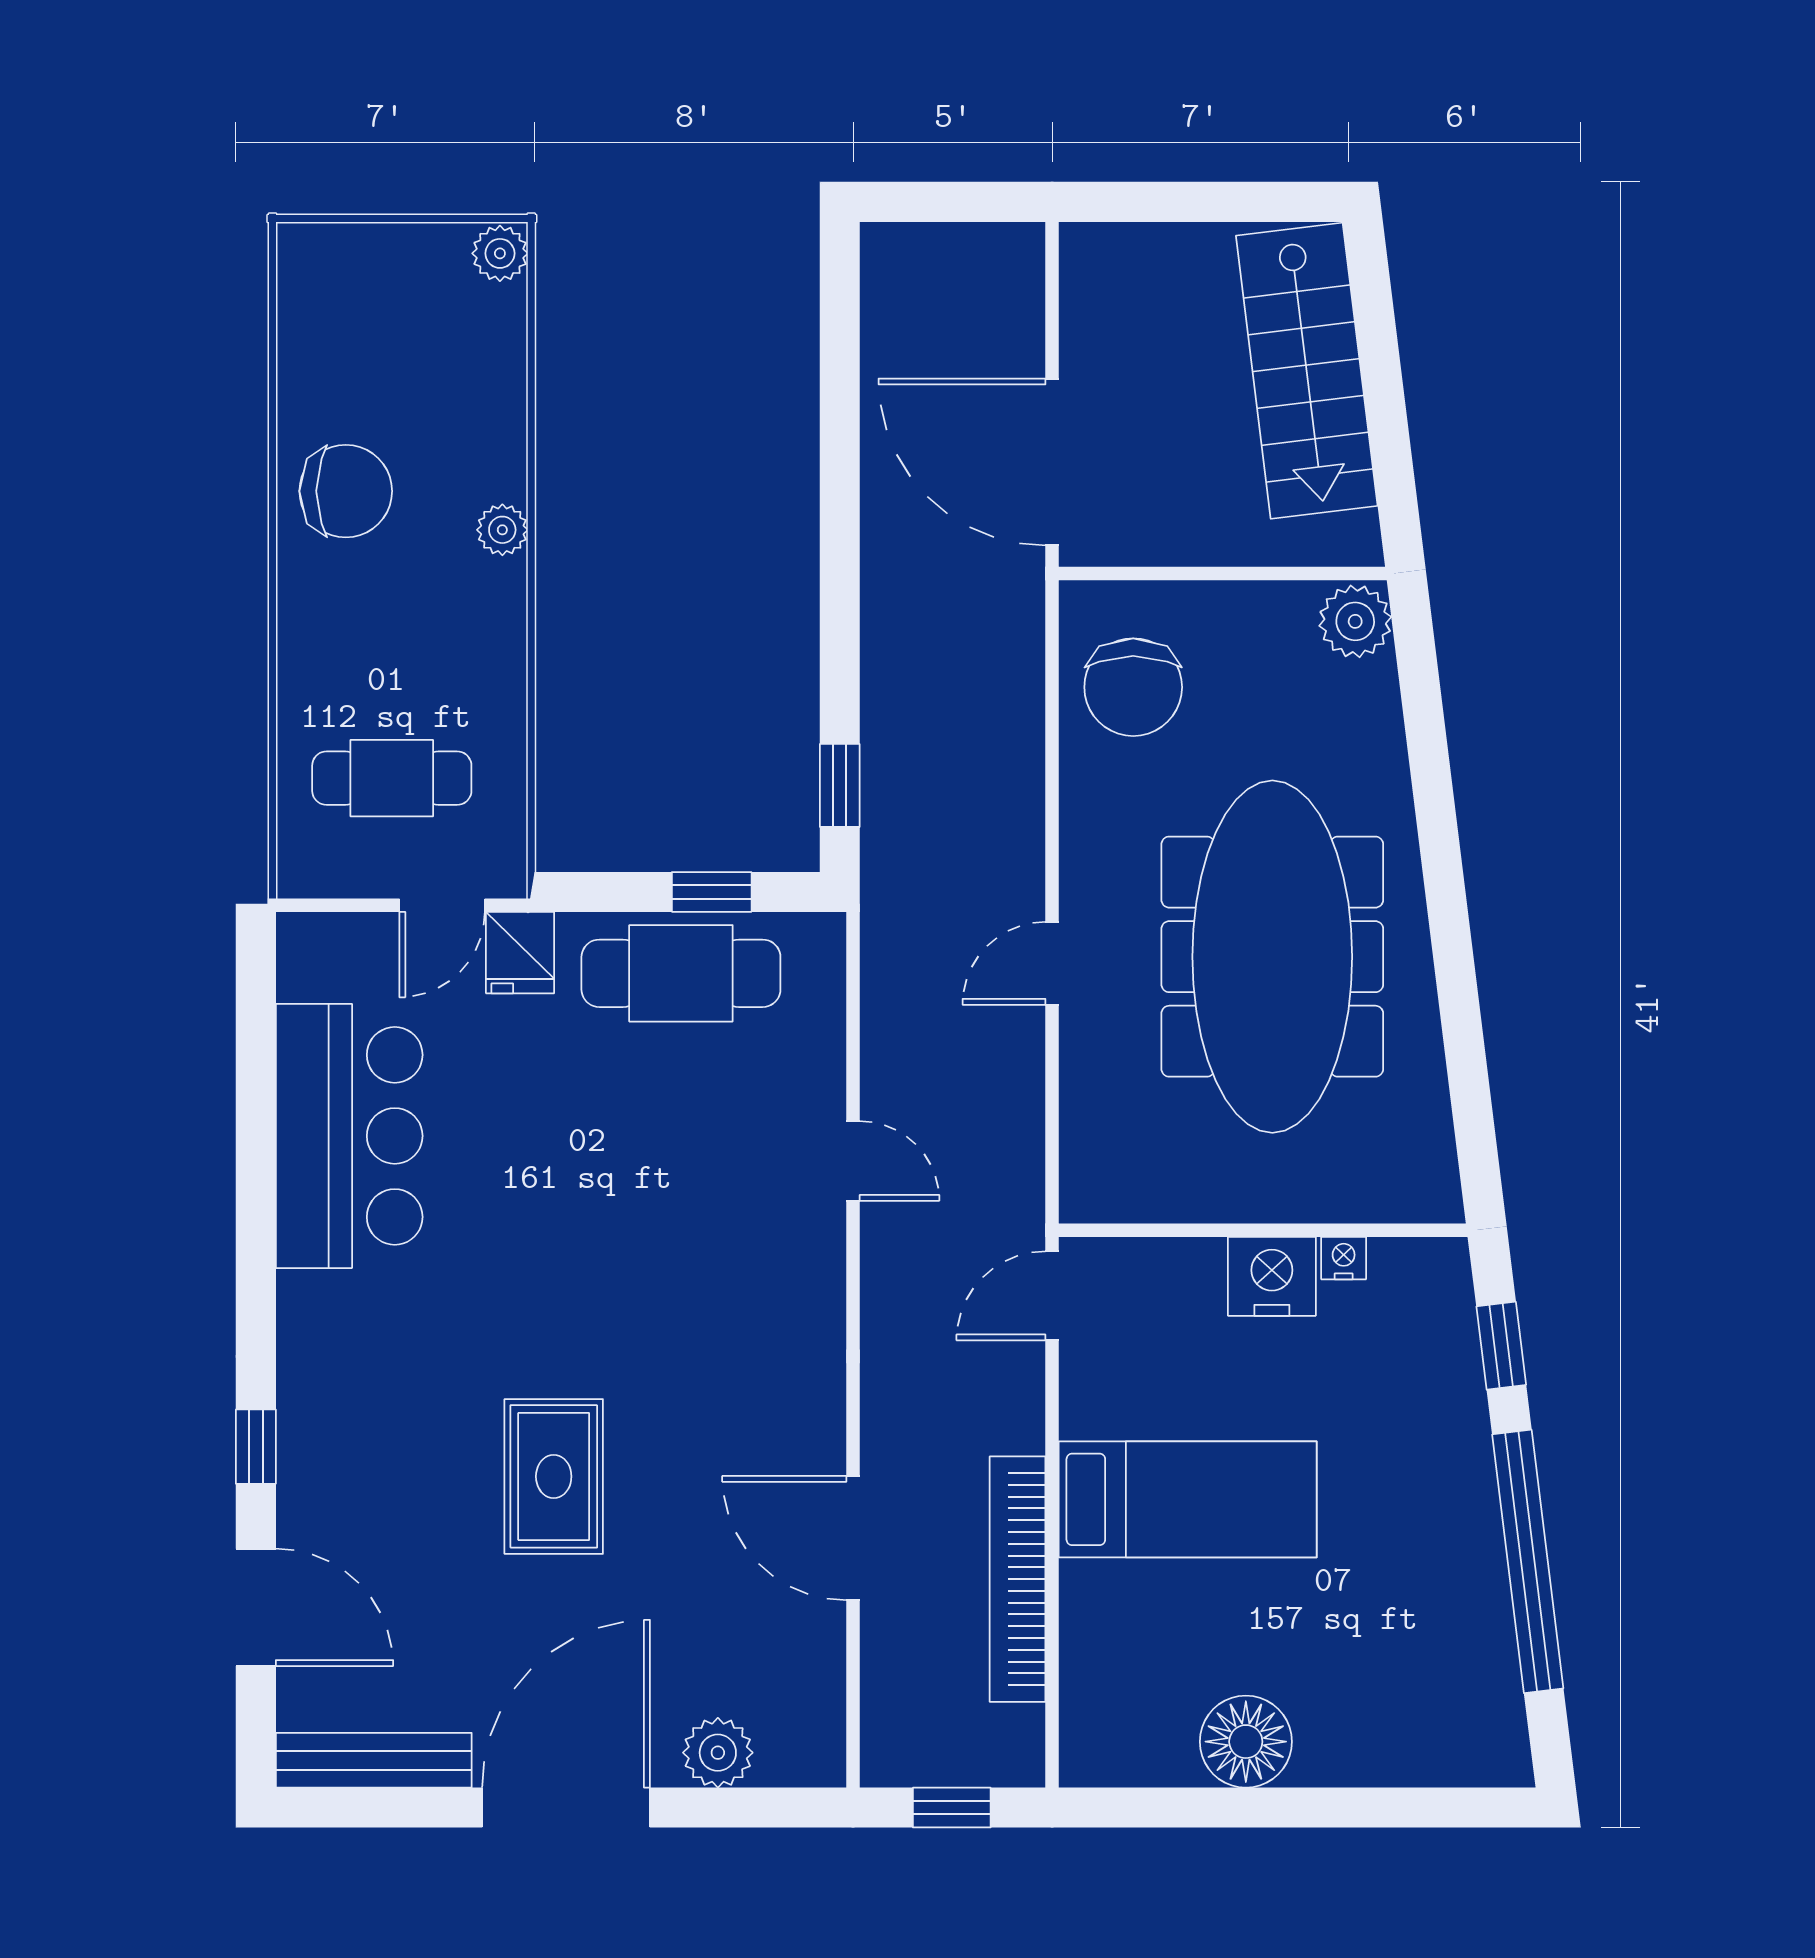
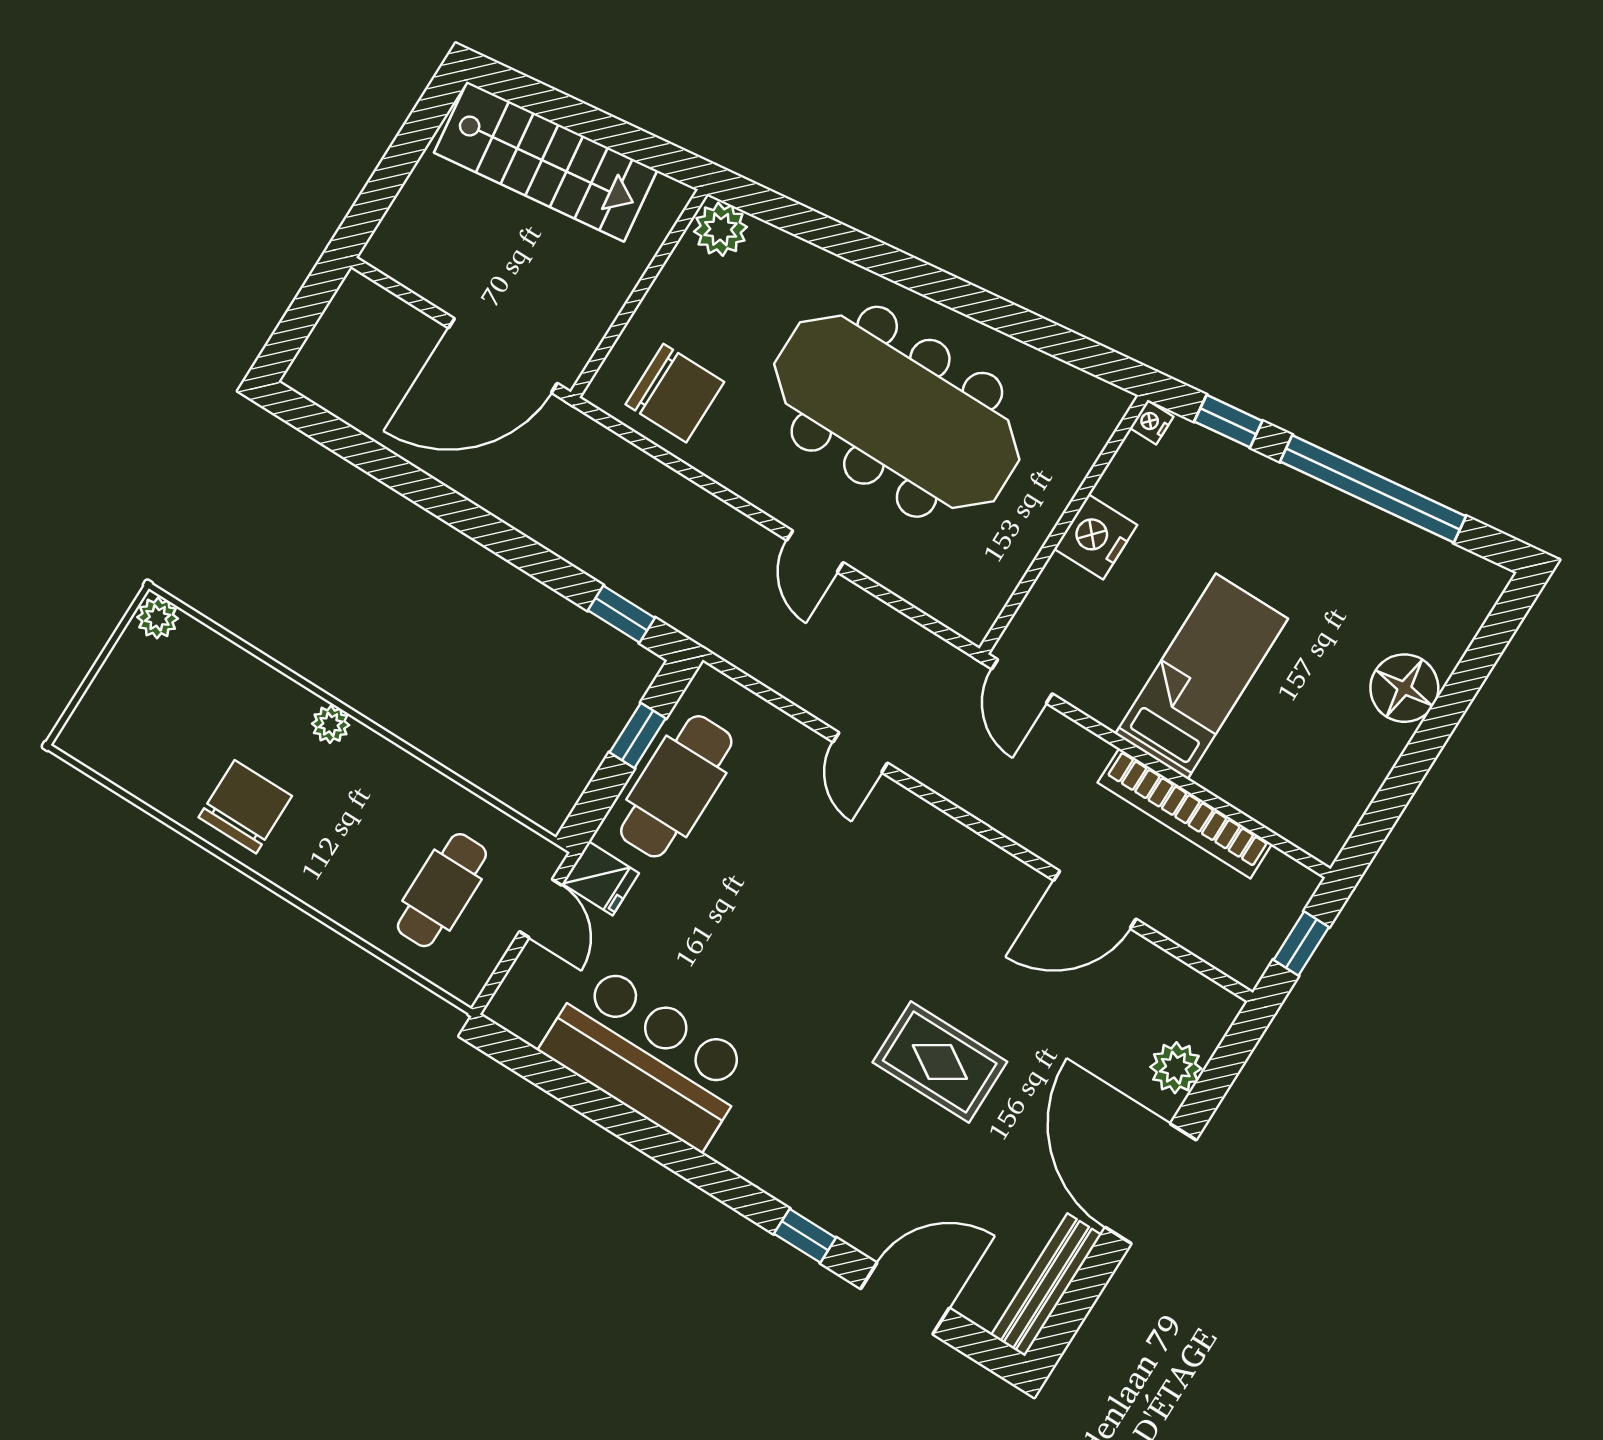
door: (853, 1161) -> (860, 752), swing flipped
nightstand: (1344, 1258) -> (1152, 422), moved
floor lamp: (1246, 1742) -> (1404, 688), moved

